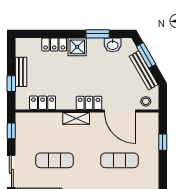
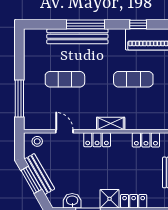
window: (146, 55) -> (31, 180), moved
door: (120, 111) -> (64, 131), width x0.53
window: (163, 142) -> (19, 98), width x2.17

